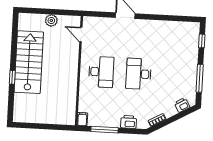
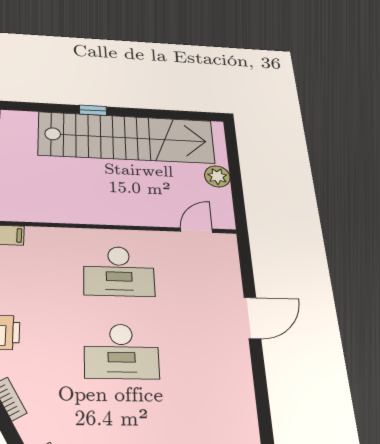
stairs: (29, 62) -> (127, 138), width x1.36
desk: (139, 74) -> (121, 351), turned 180

